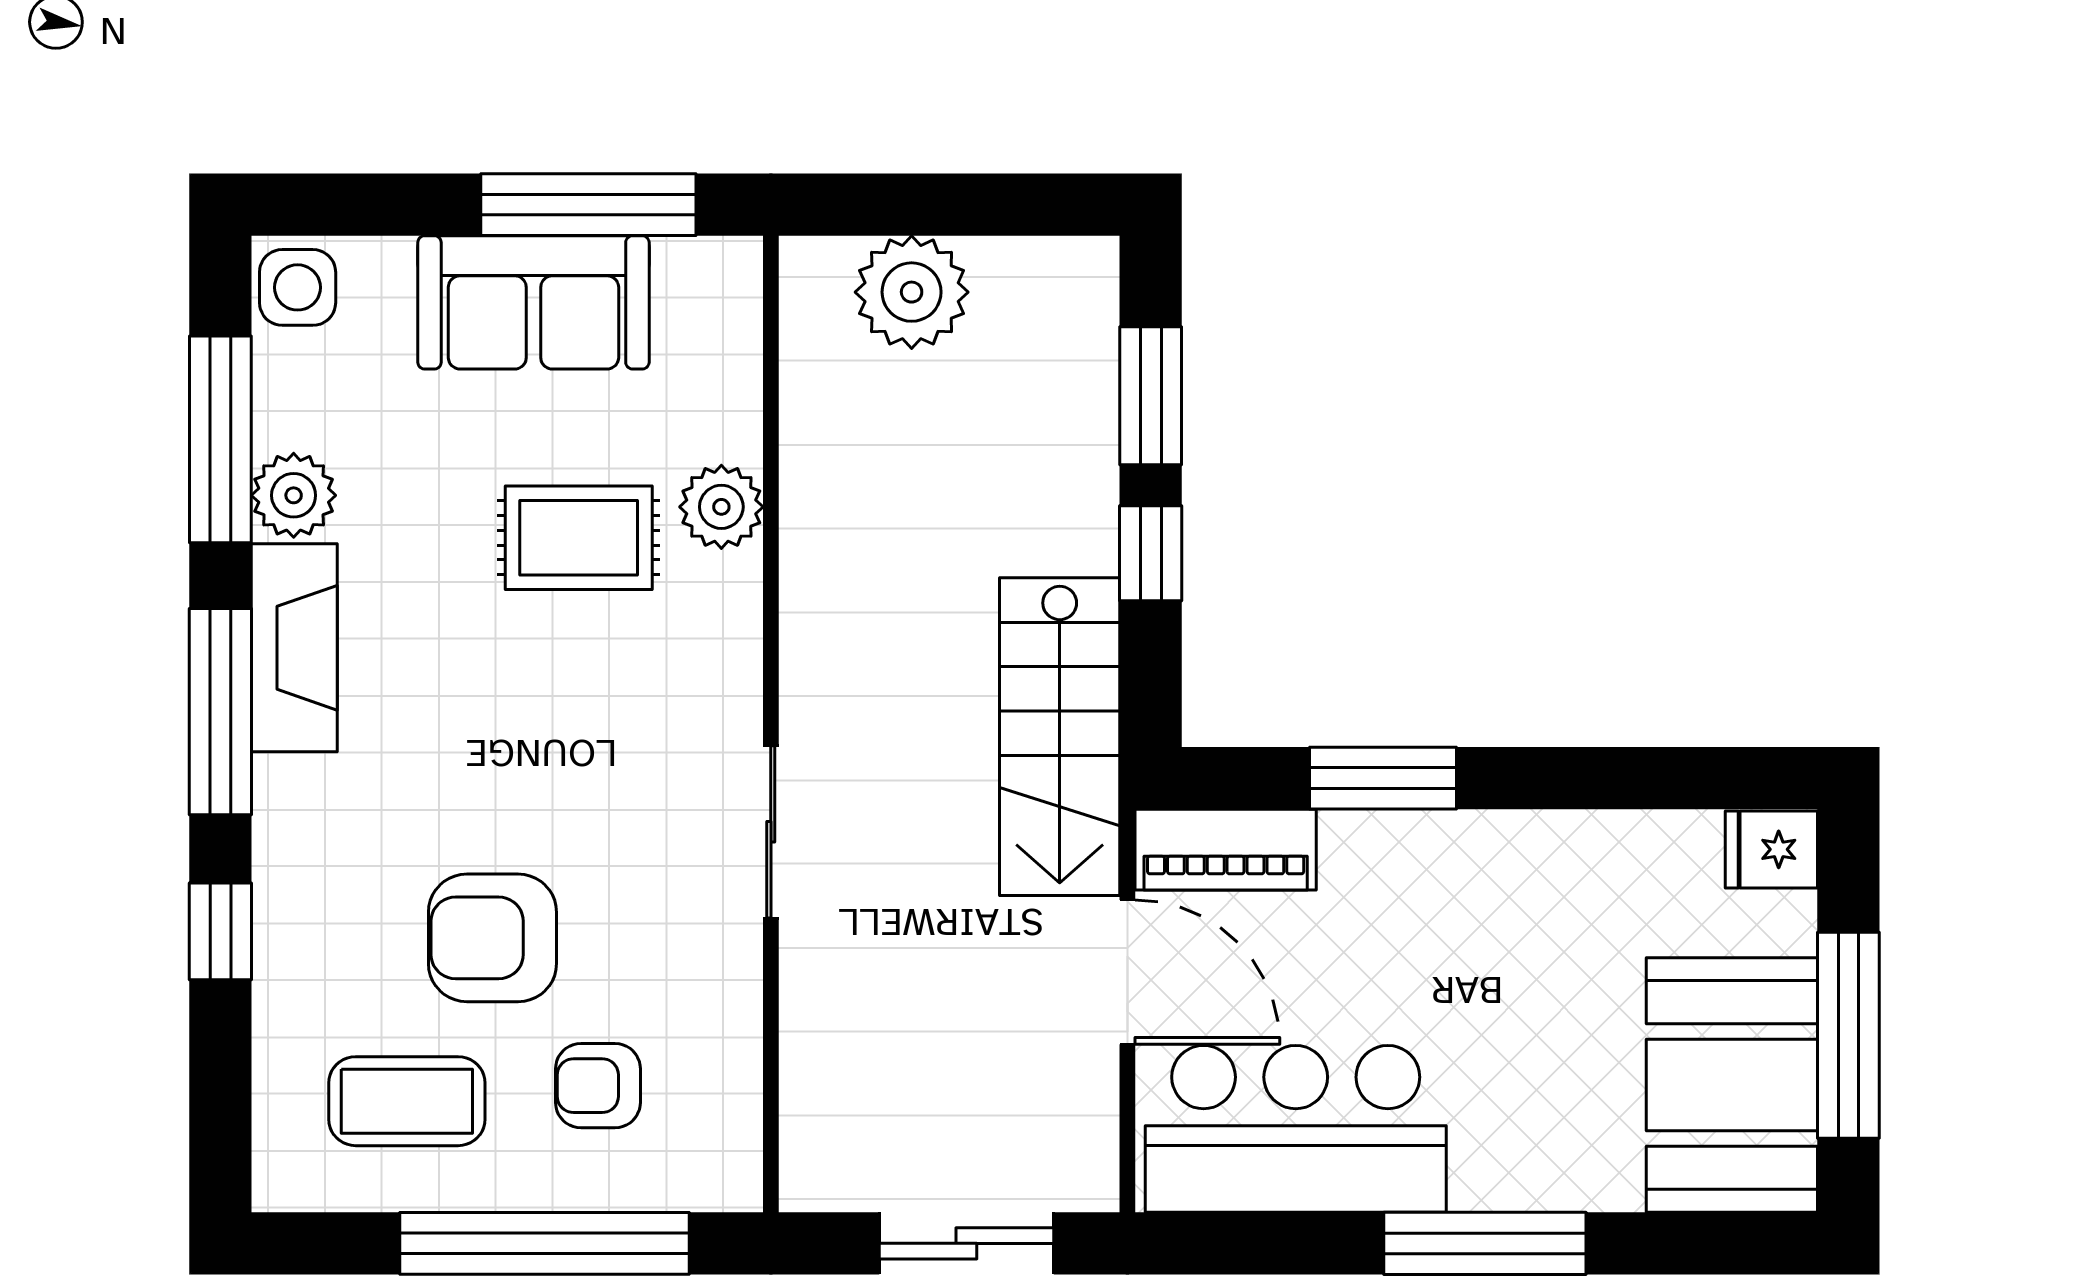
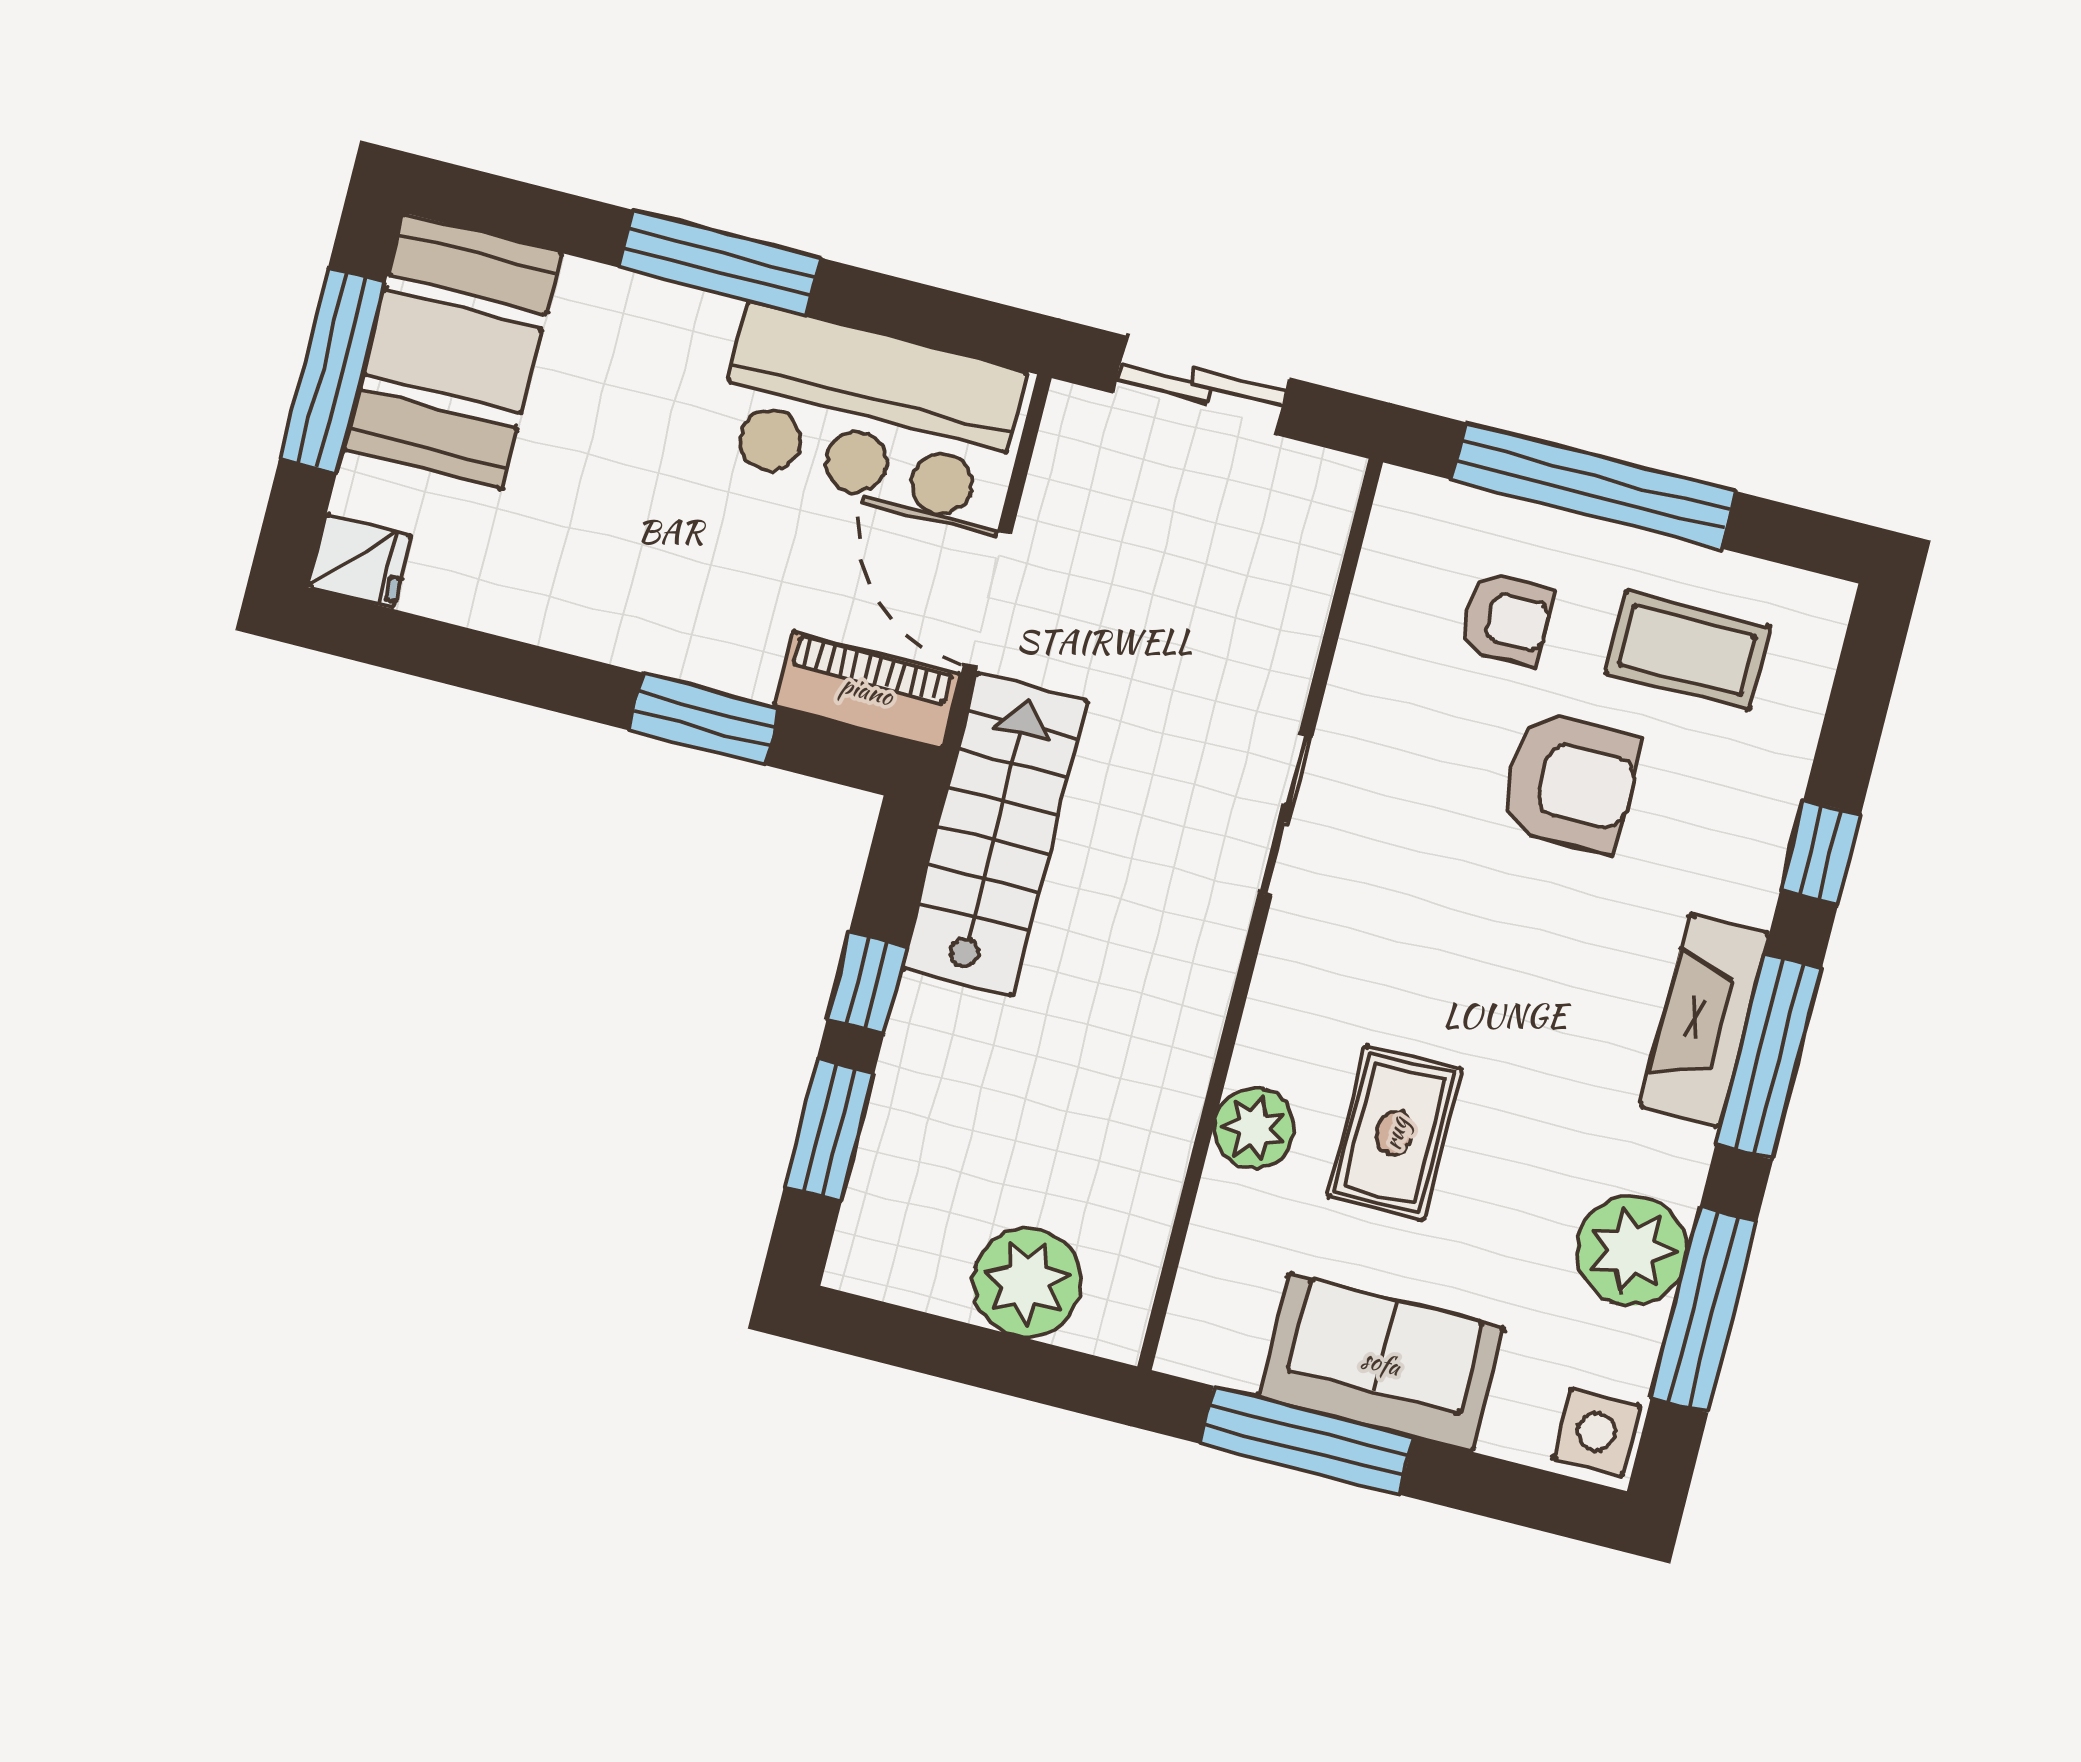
plant: (294, 495) -> (1632, 1251), width x1.36, depth x1.36
rug: (579, 538) -> (1395, 1133), turned 90
fireplace: (294, 648) -> (1705, 1020), moved

